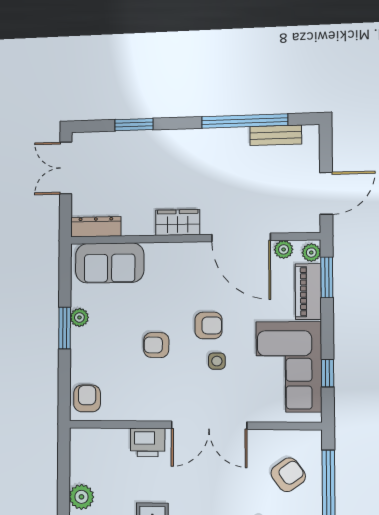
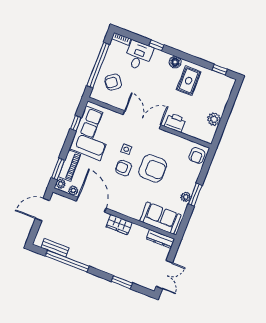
armchair: (156, 345) -> (153, 168), width x1.88, depth x1.88
plant: (81, 497) -> (214, 119), moved

